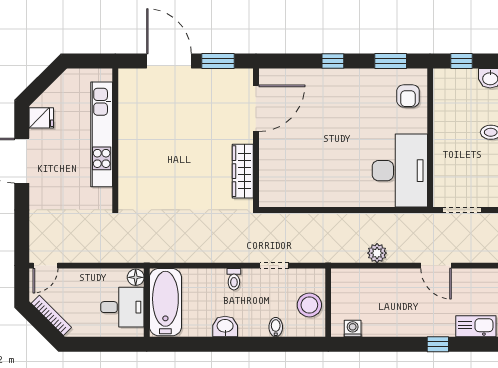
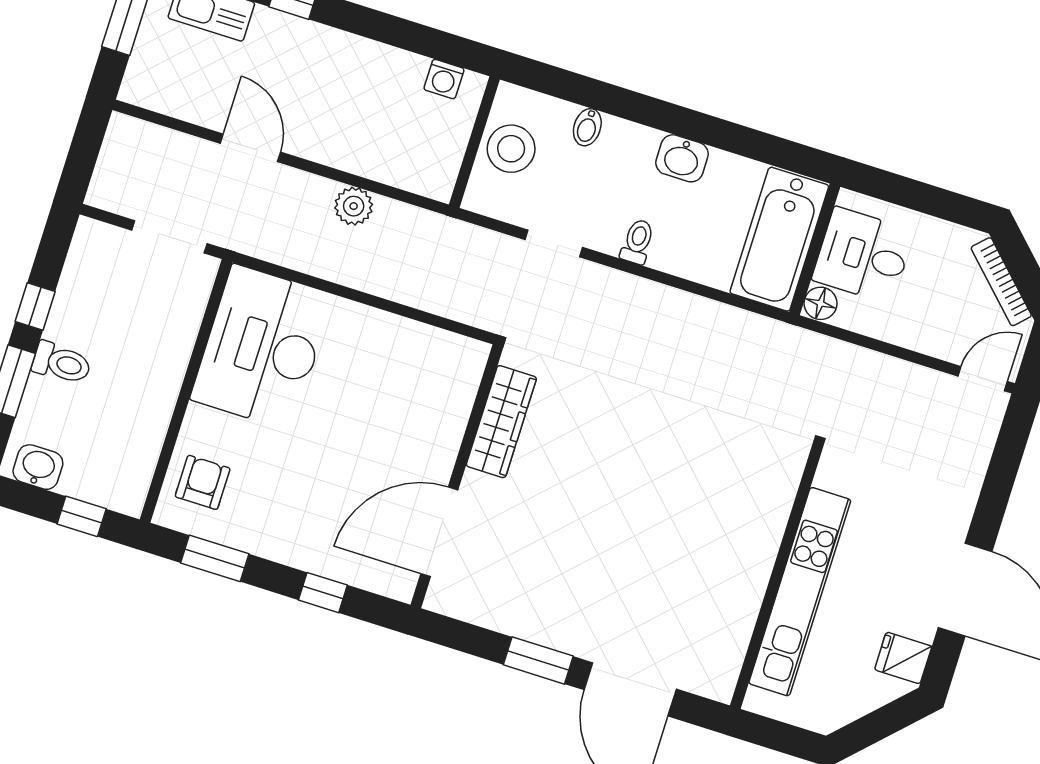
door: (256, 108) -> (439, 532), moved
wall: (256, 138) -> (457, 476), moved
wardrobe: (243, 171) -> (501, 422), moved

